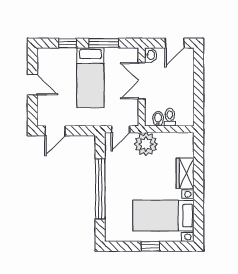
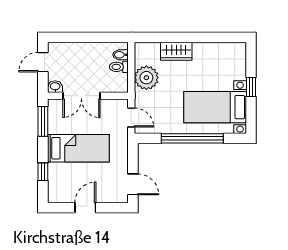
window: (104, 43) -> (43, 121), moved
door: (174, 43) -> (43, 62), swing flipped
bidet: (158, 119) -> (120, 55), moved
plant: (146, 144) -> (146, 78), moved
bed with nightstands: (163, 216) -> (215, 107), moved, turned 90

